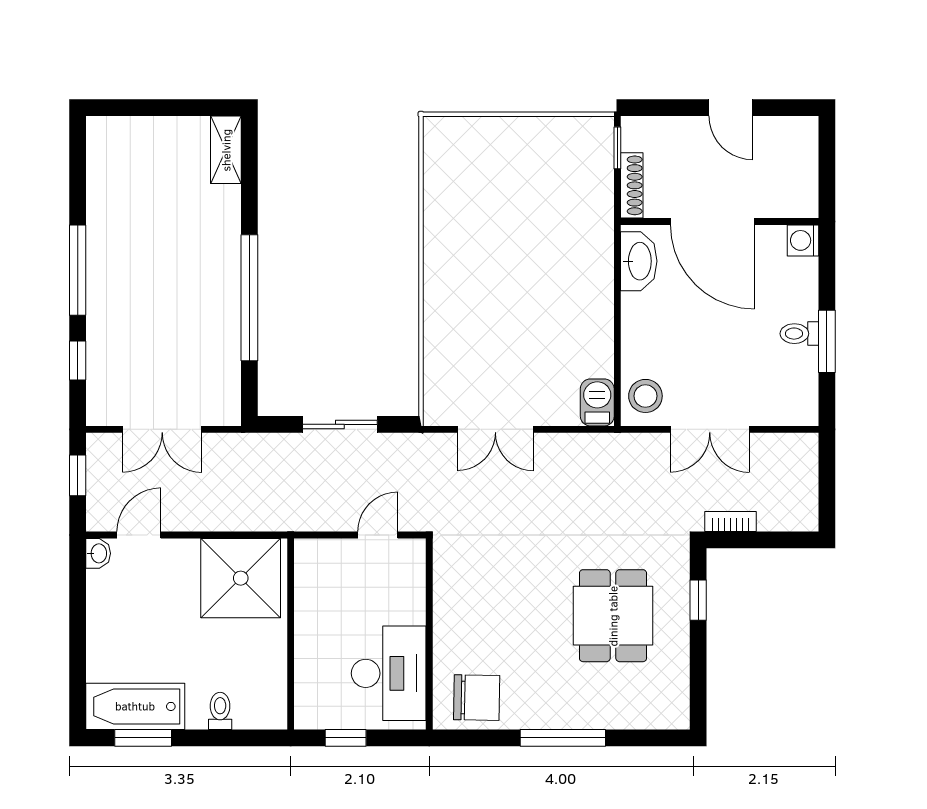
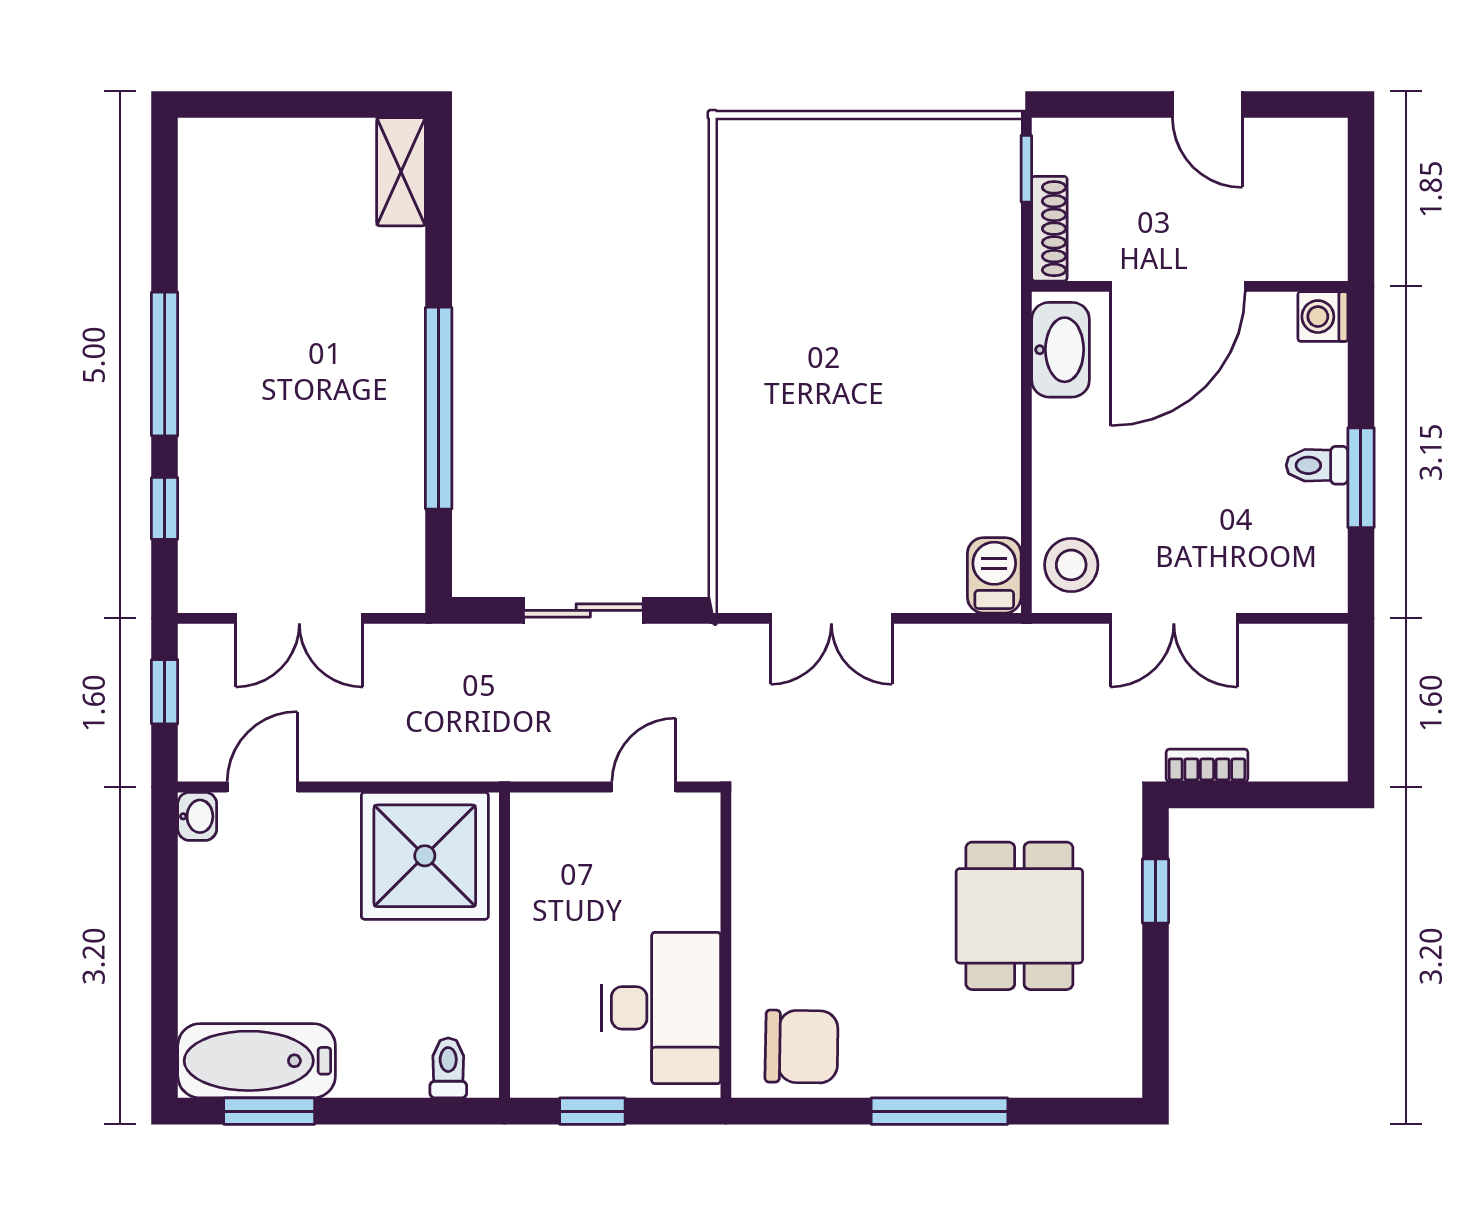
door: (712, 221) -> (1178, 286), hinge flipped
toilet: (220, 711) -> (448, 1068), moved

